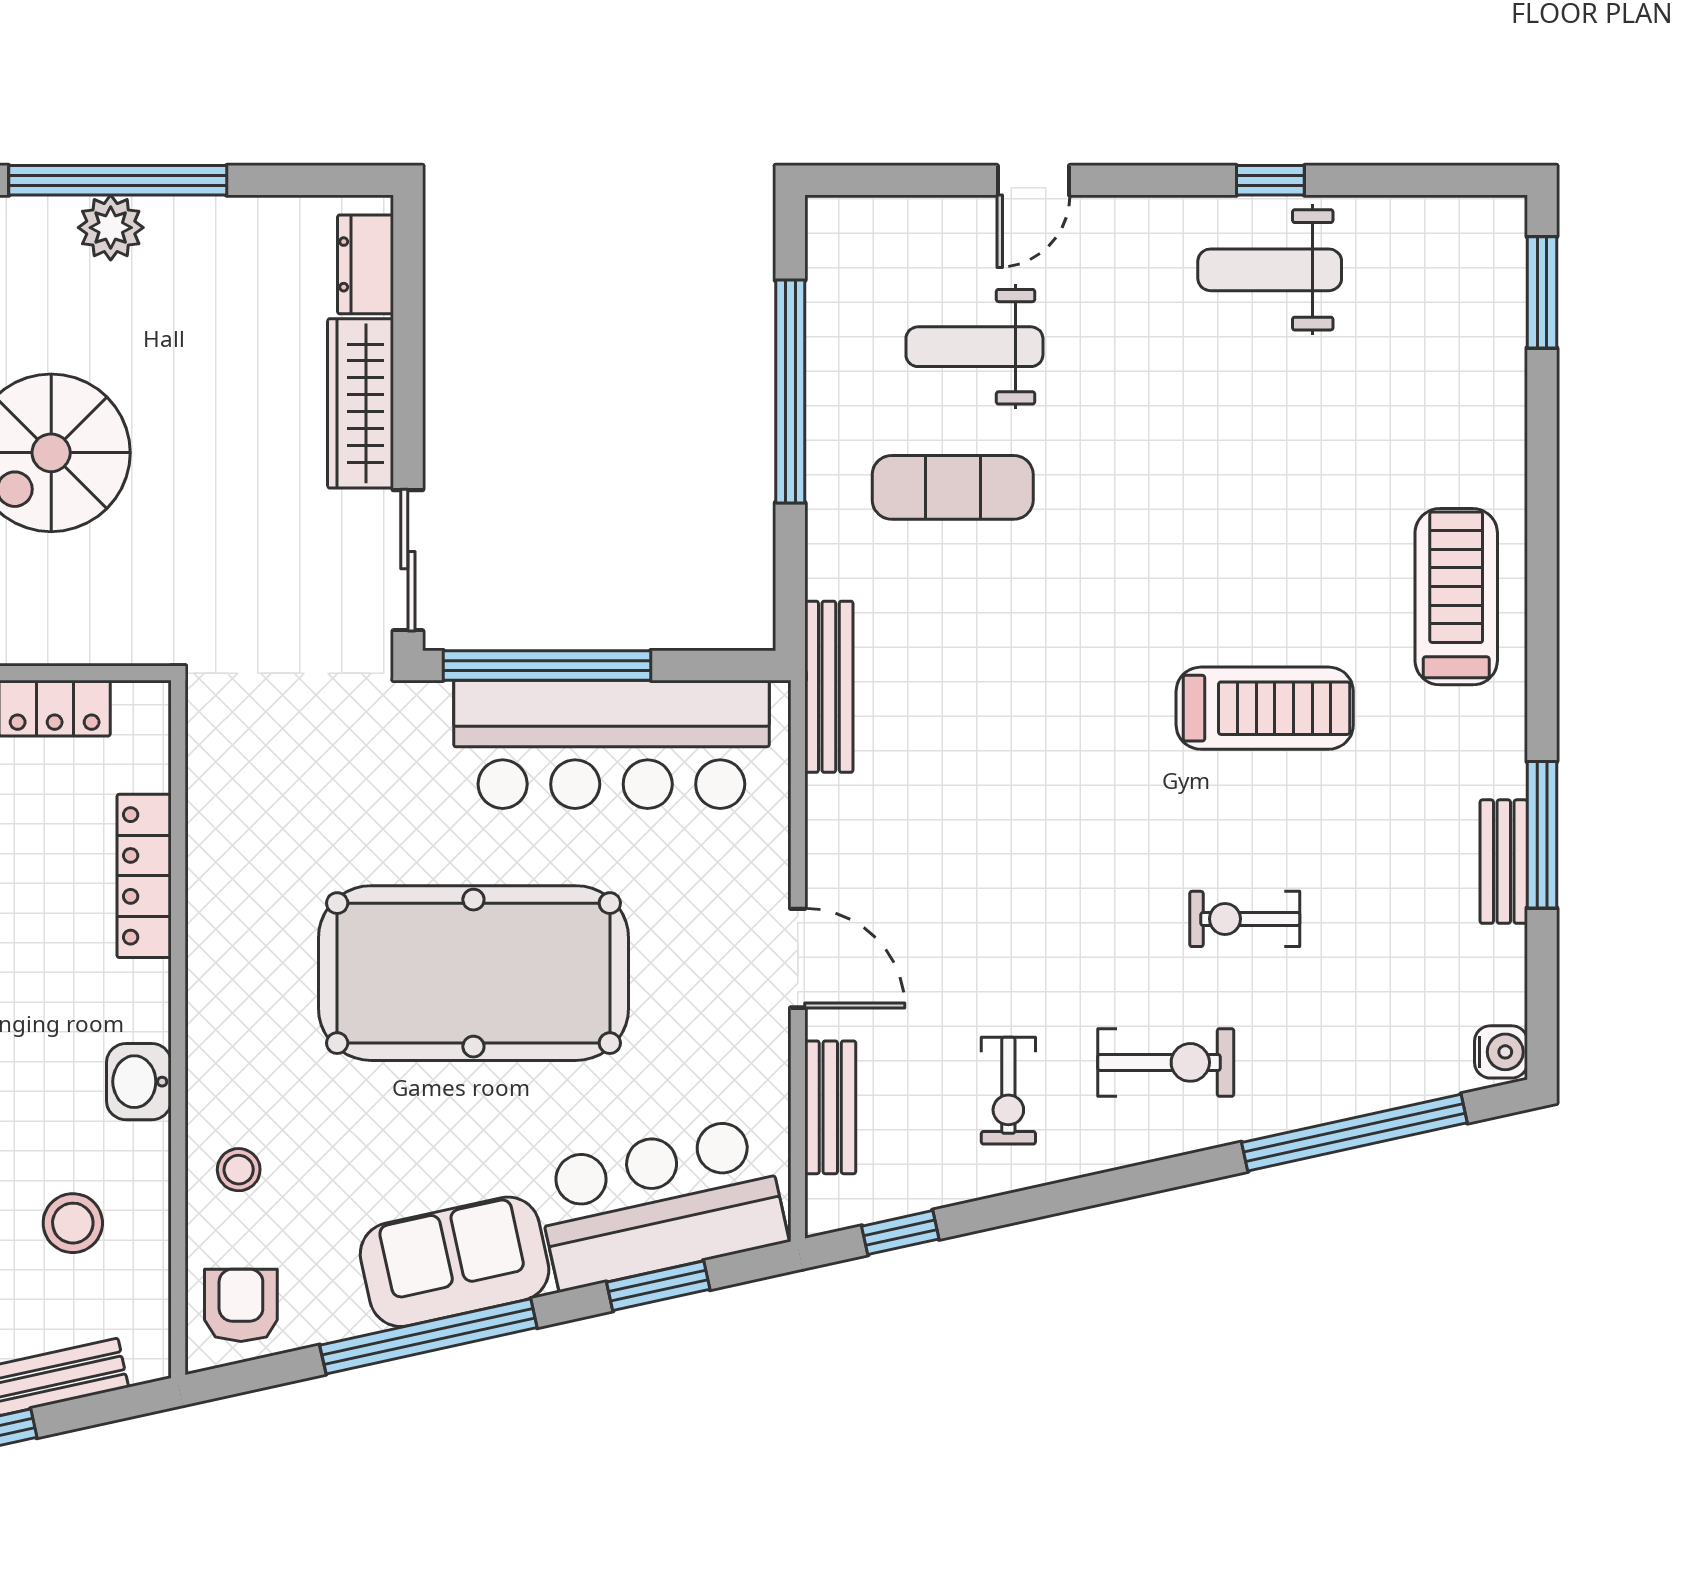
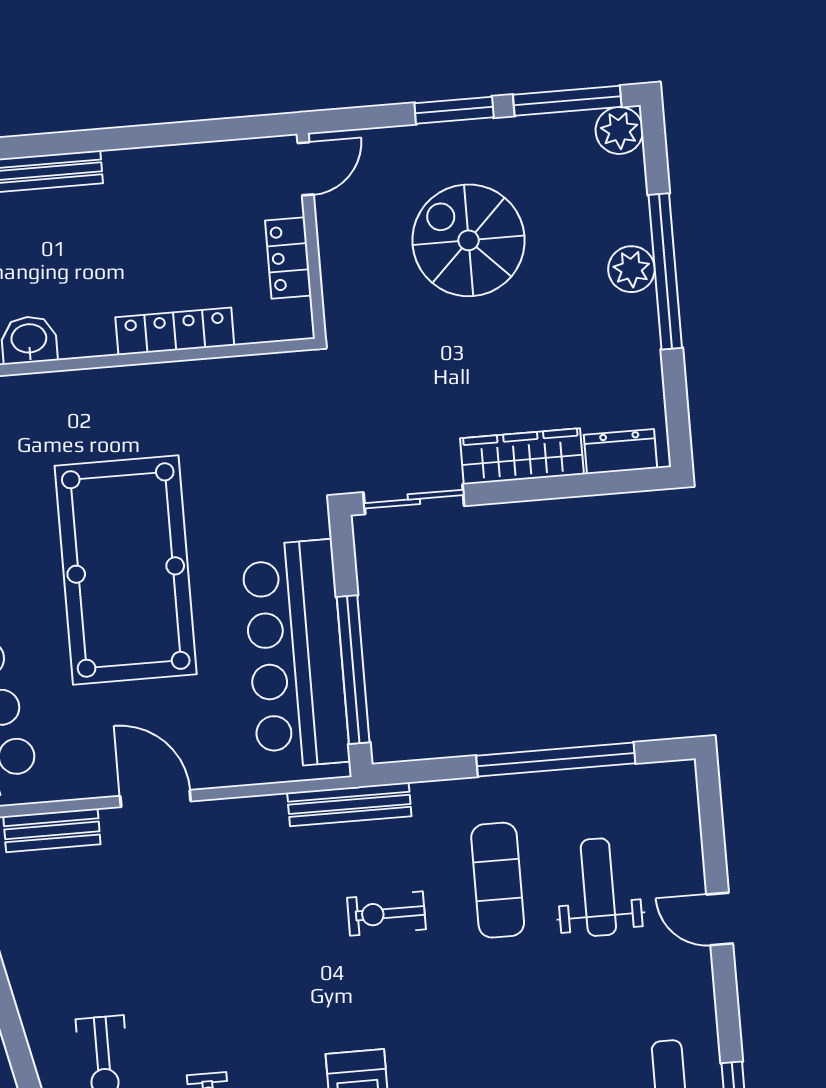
window: (547, 665) -> (353, 670), moved
door: (798, 958) -> (155, 799), swing flipped
exercise bike: (1008, 1091) -> (386, 914), moved

